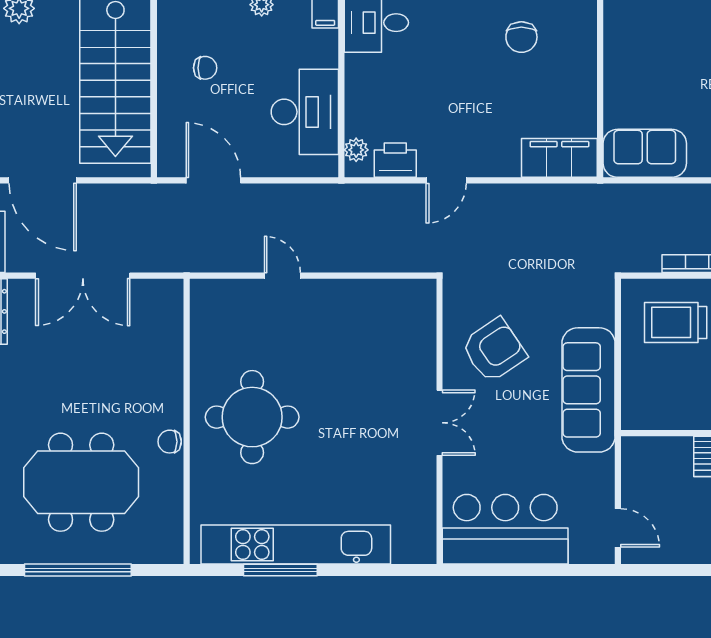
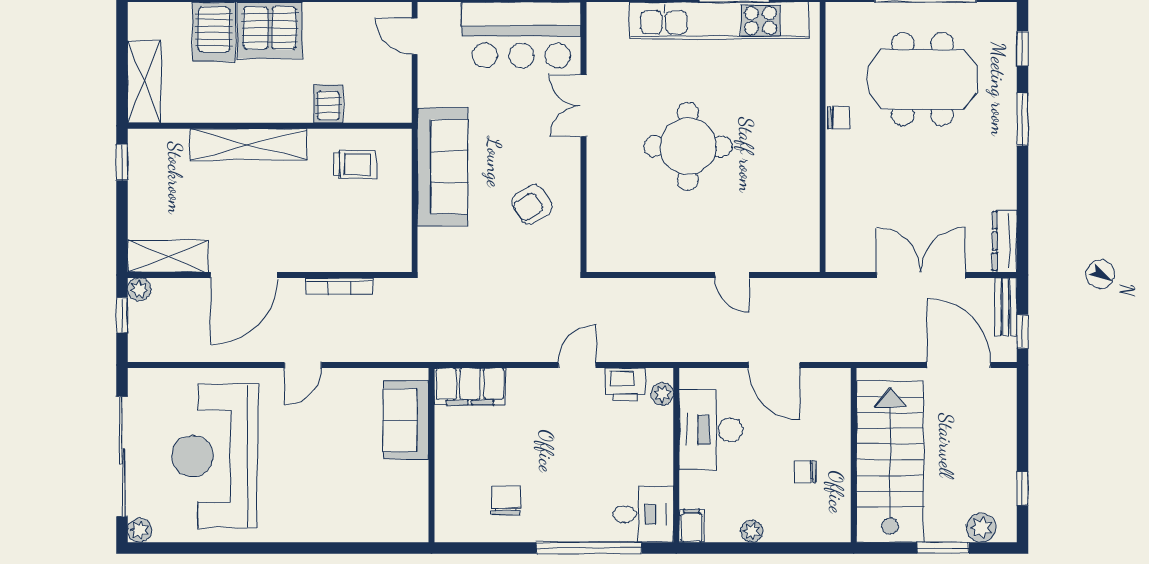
sofa: (645, 153) -> (406, 420), moved, turned 90
door: (213, 180) -> (774, 365), moved
trolley: (676, 322) -> (355, 164), moved, width x0.73, depth x0.72
armchair: (494, 350) -> (532, 204), width x0.72, depth x0.72
round table: (252, 417) -> (688, 146), moved
double door: (439, 423) -> (583, 106), moved

